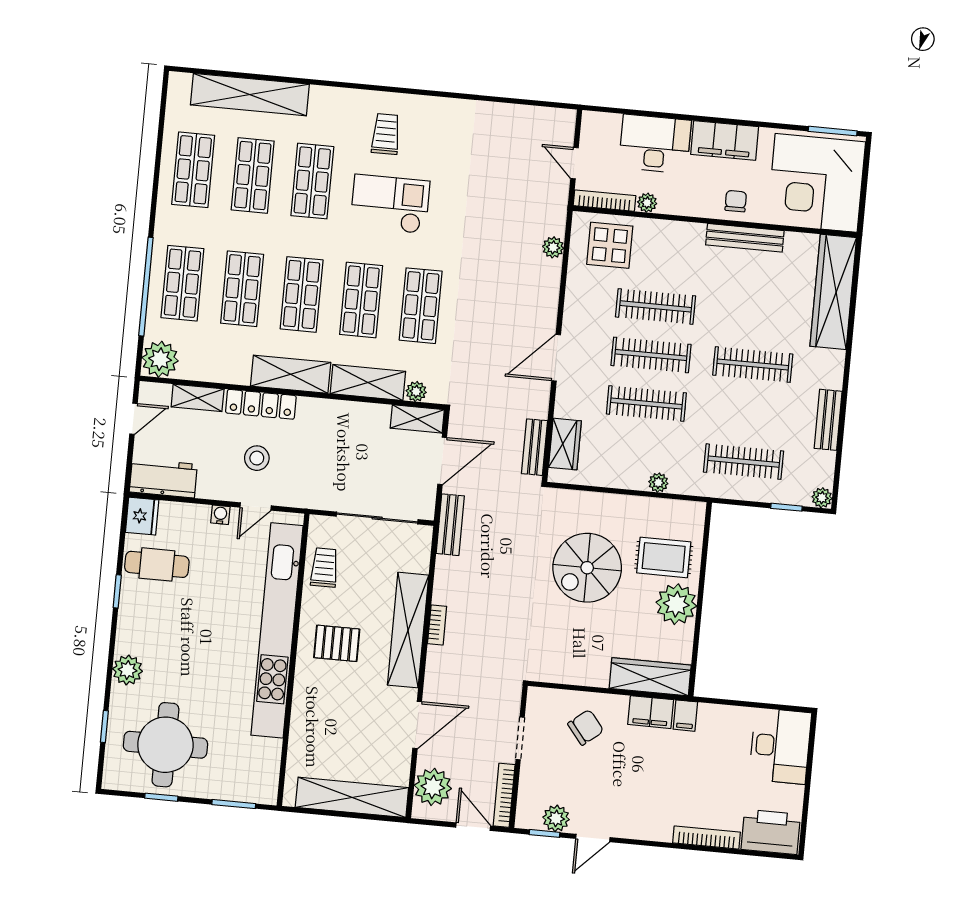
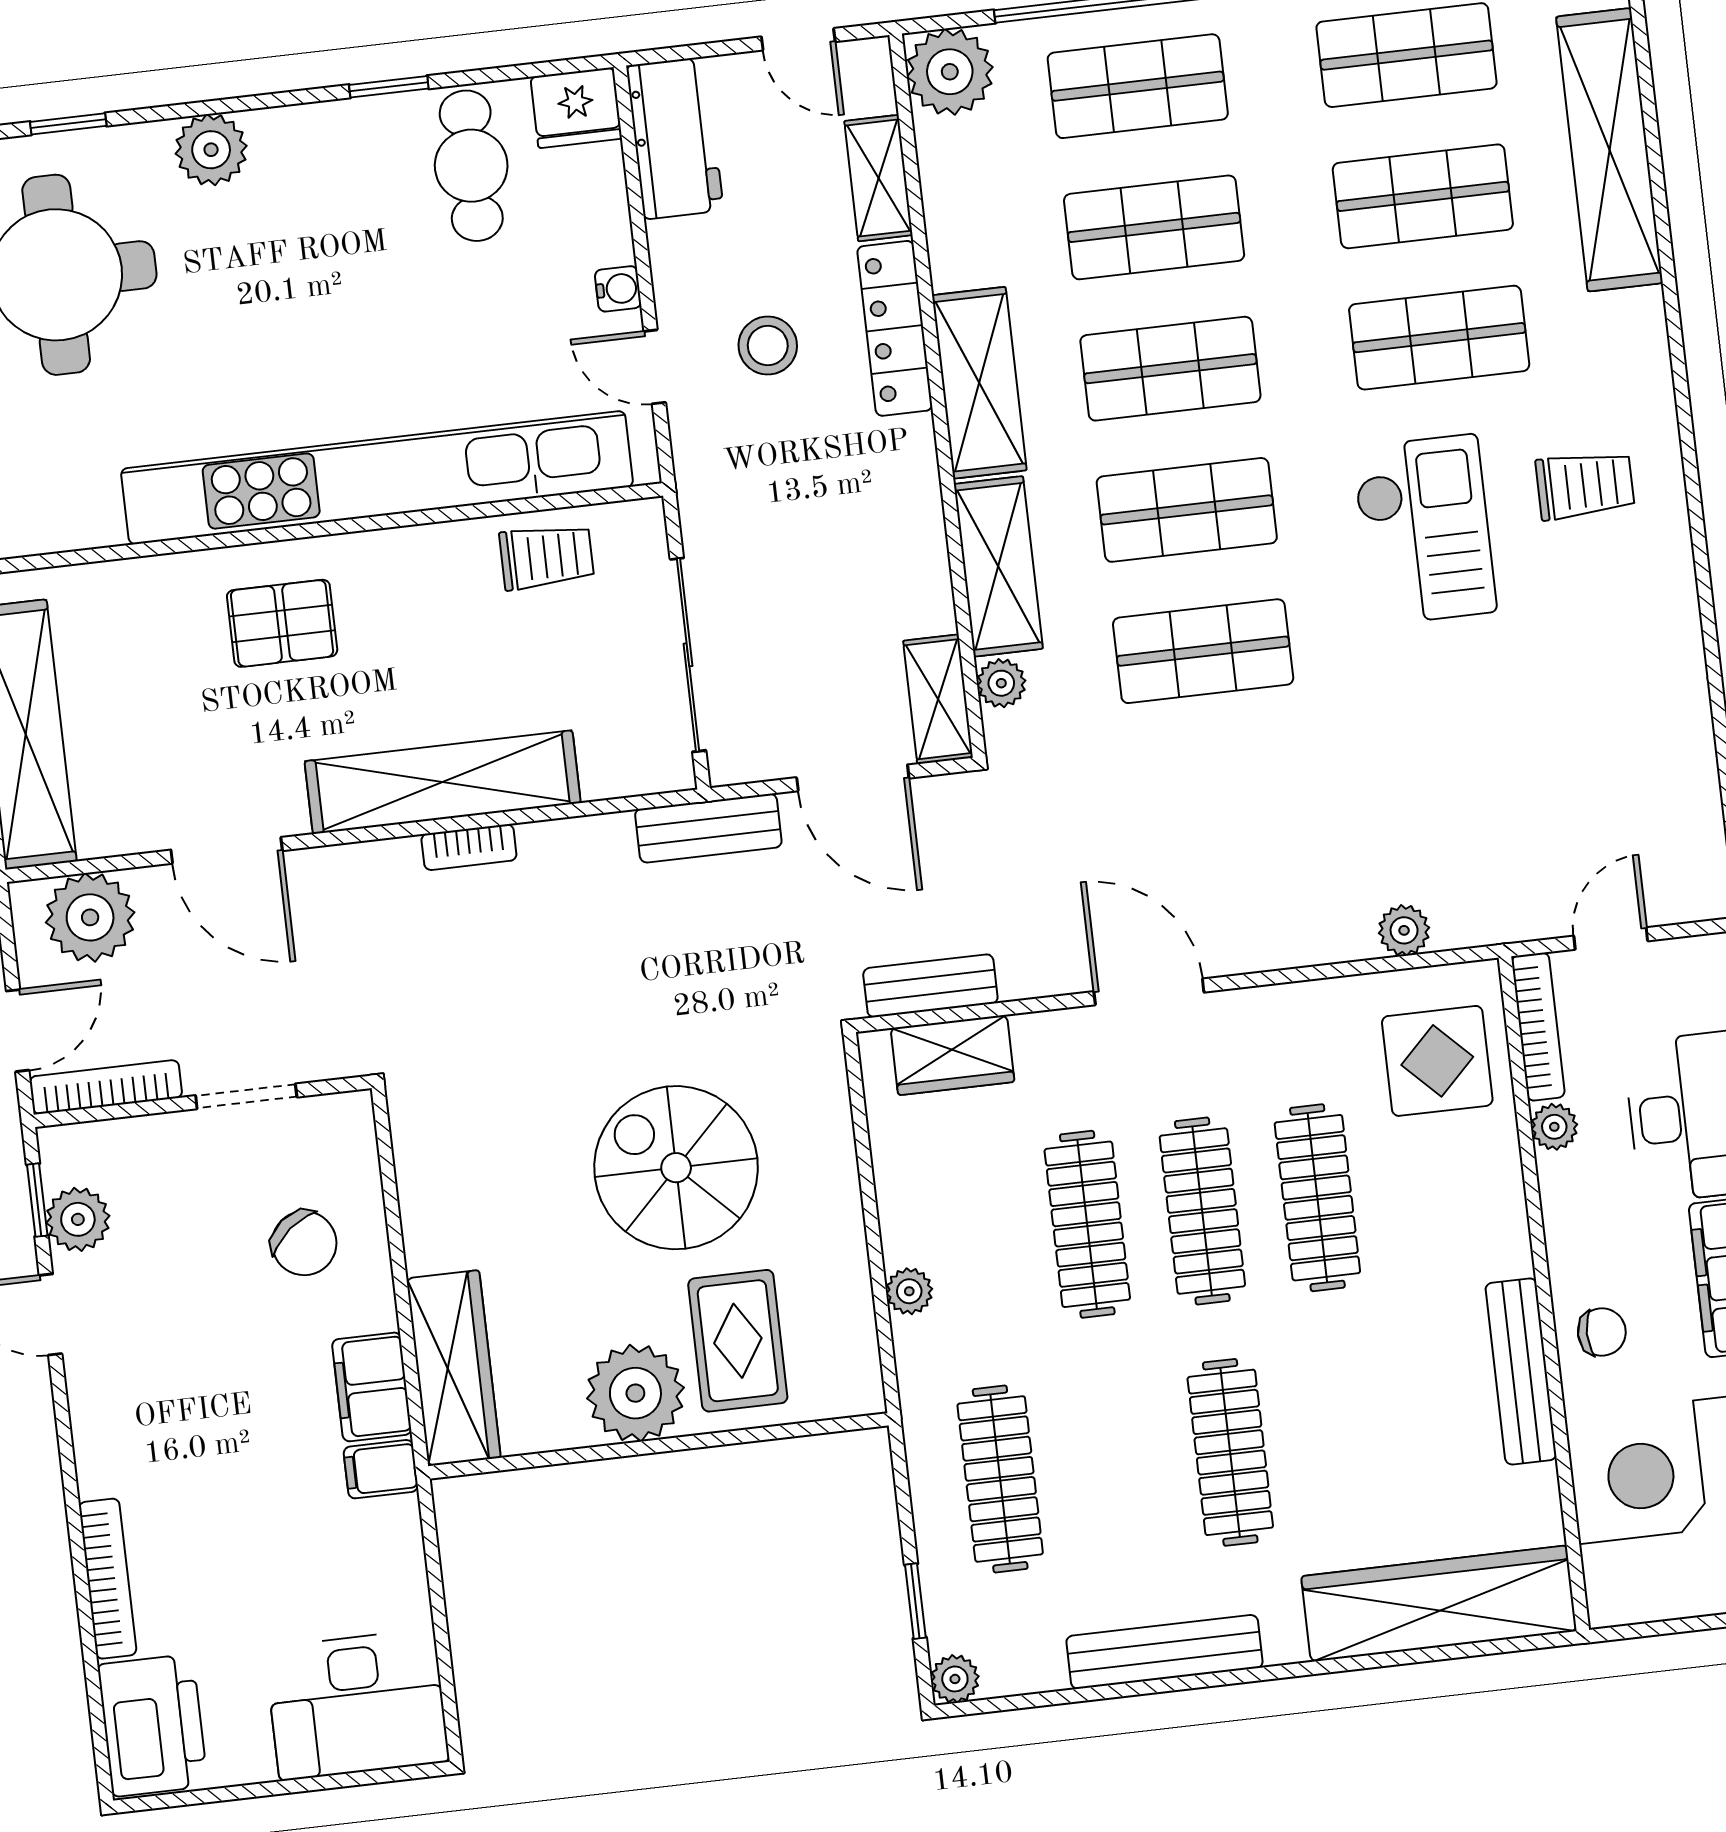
bench: (828, 420) -> (1164, 1652), width x1.36
pallet: (337, 643) -> (282, 623), moved, turned 90

